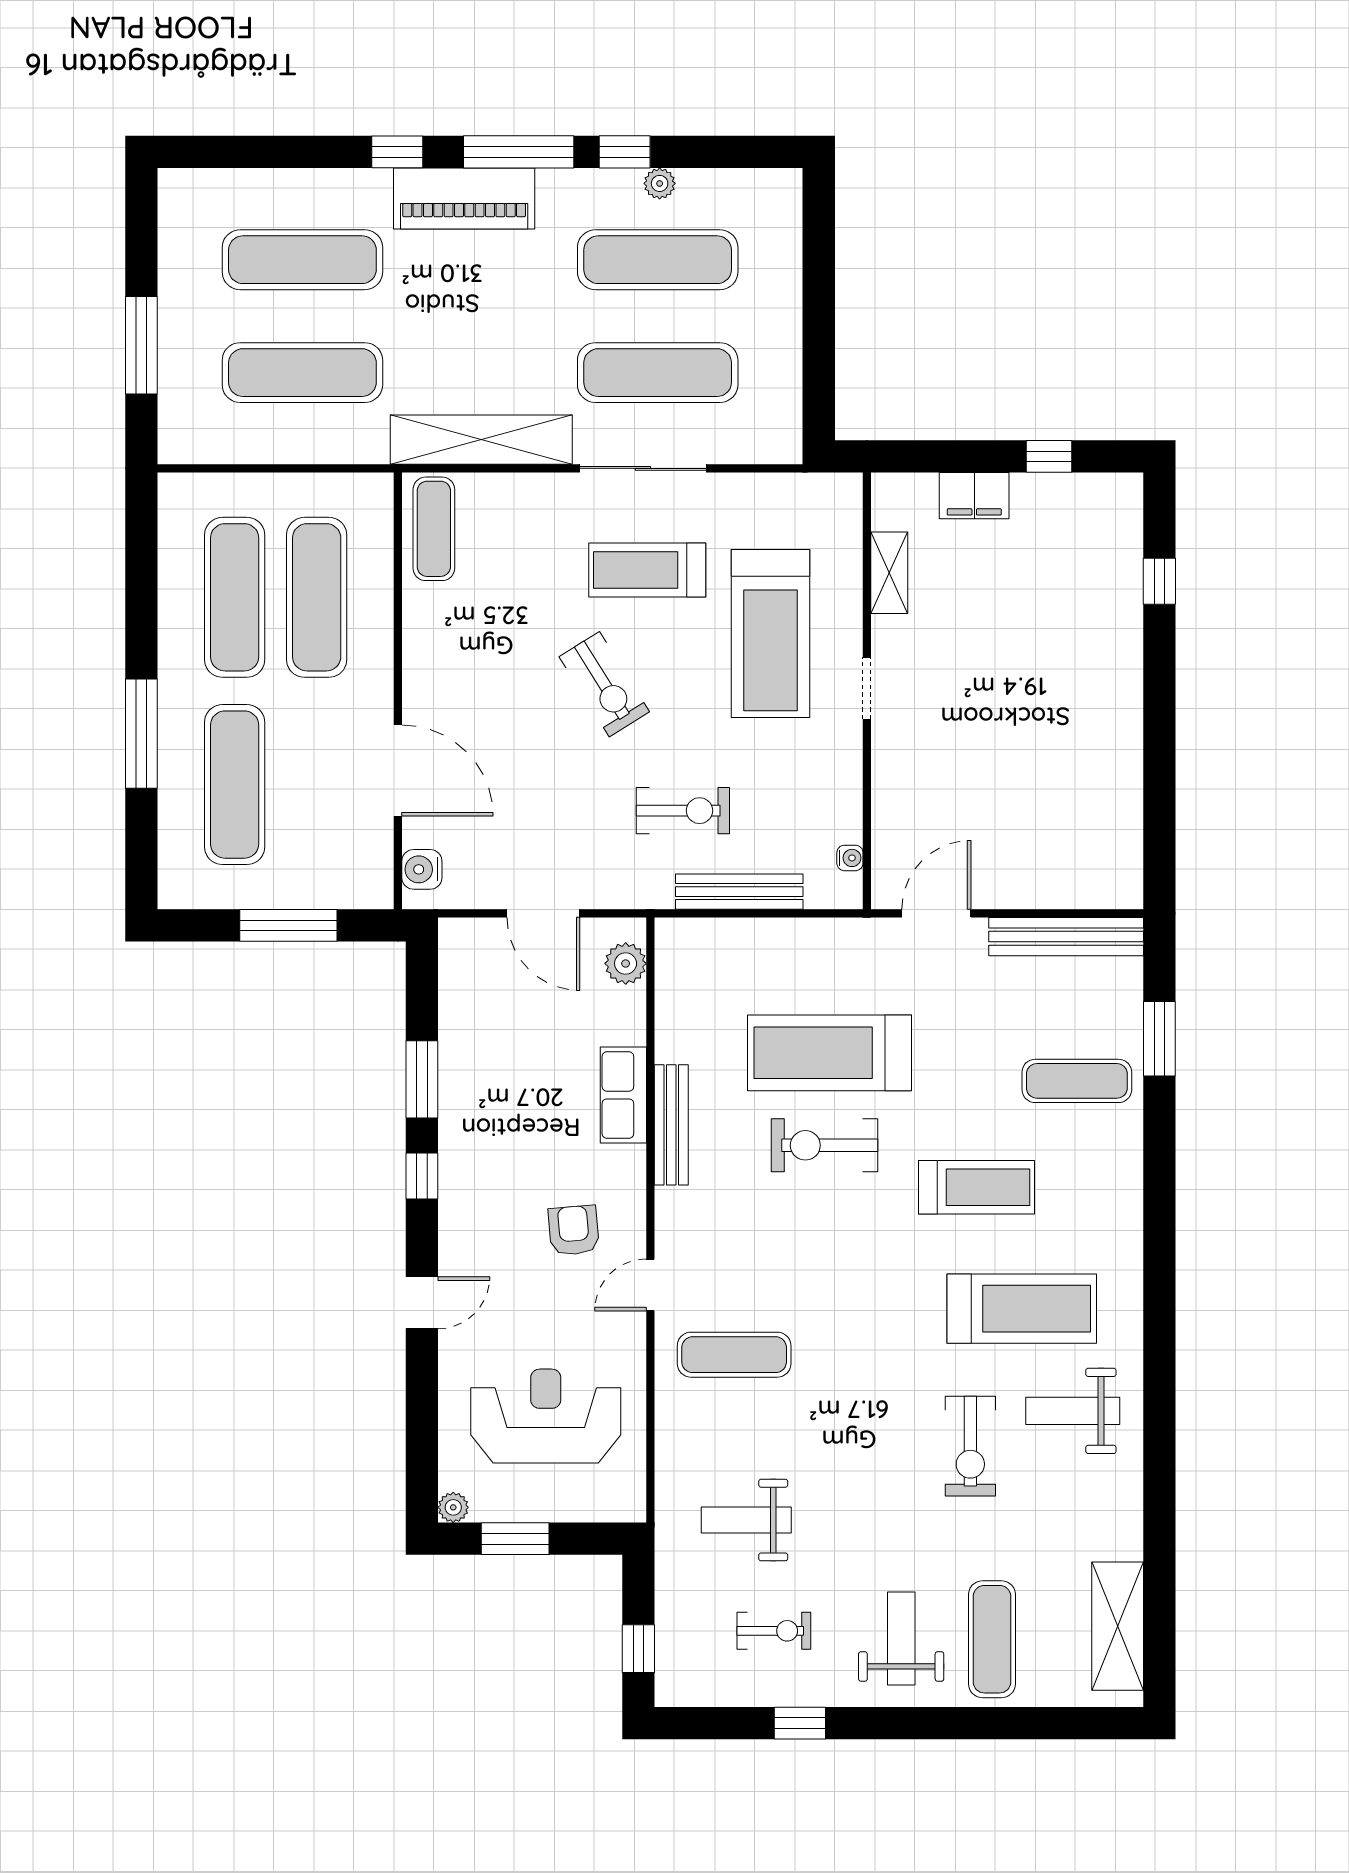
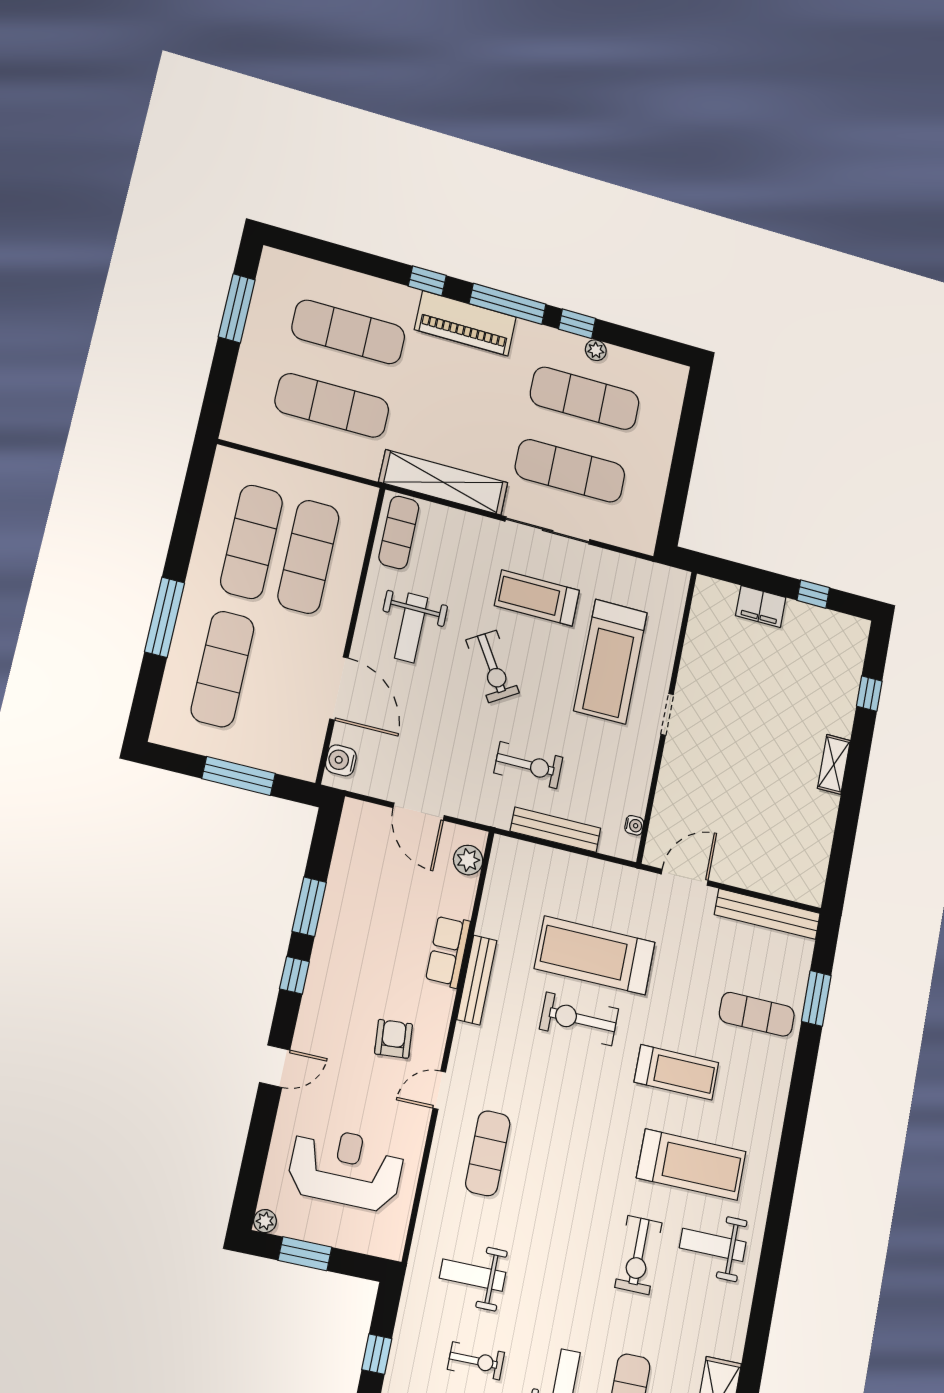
window: (141, 345) -> (237, 308), moved
shelving: (889, 573) -> (834, 764), moved
weight bench: (479, 660) -> (411, 628), added
exercise mat: (734, 1355) -> (488, 1153), turned 90

